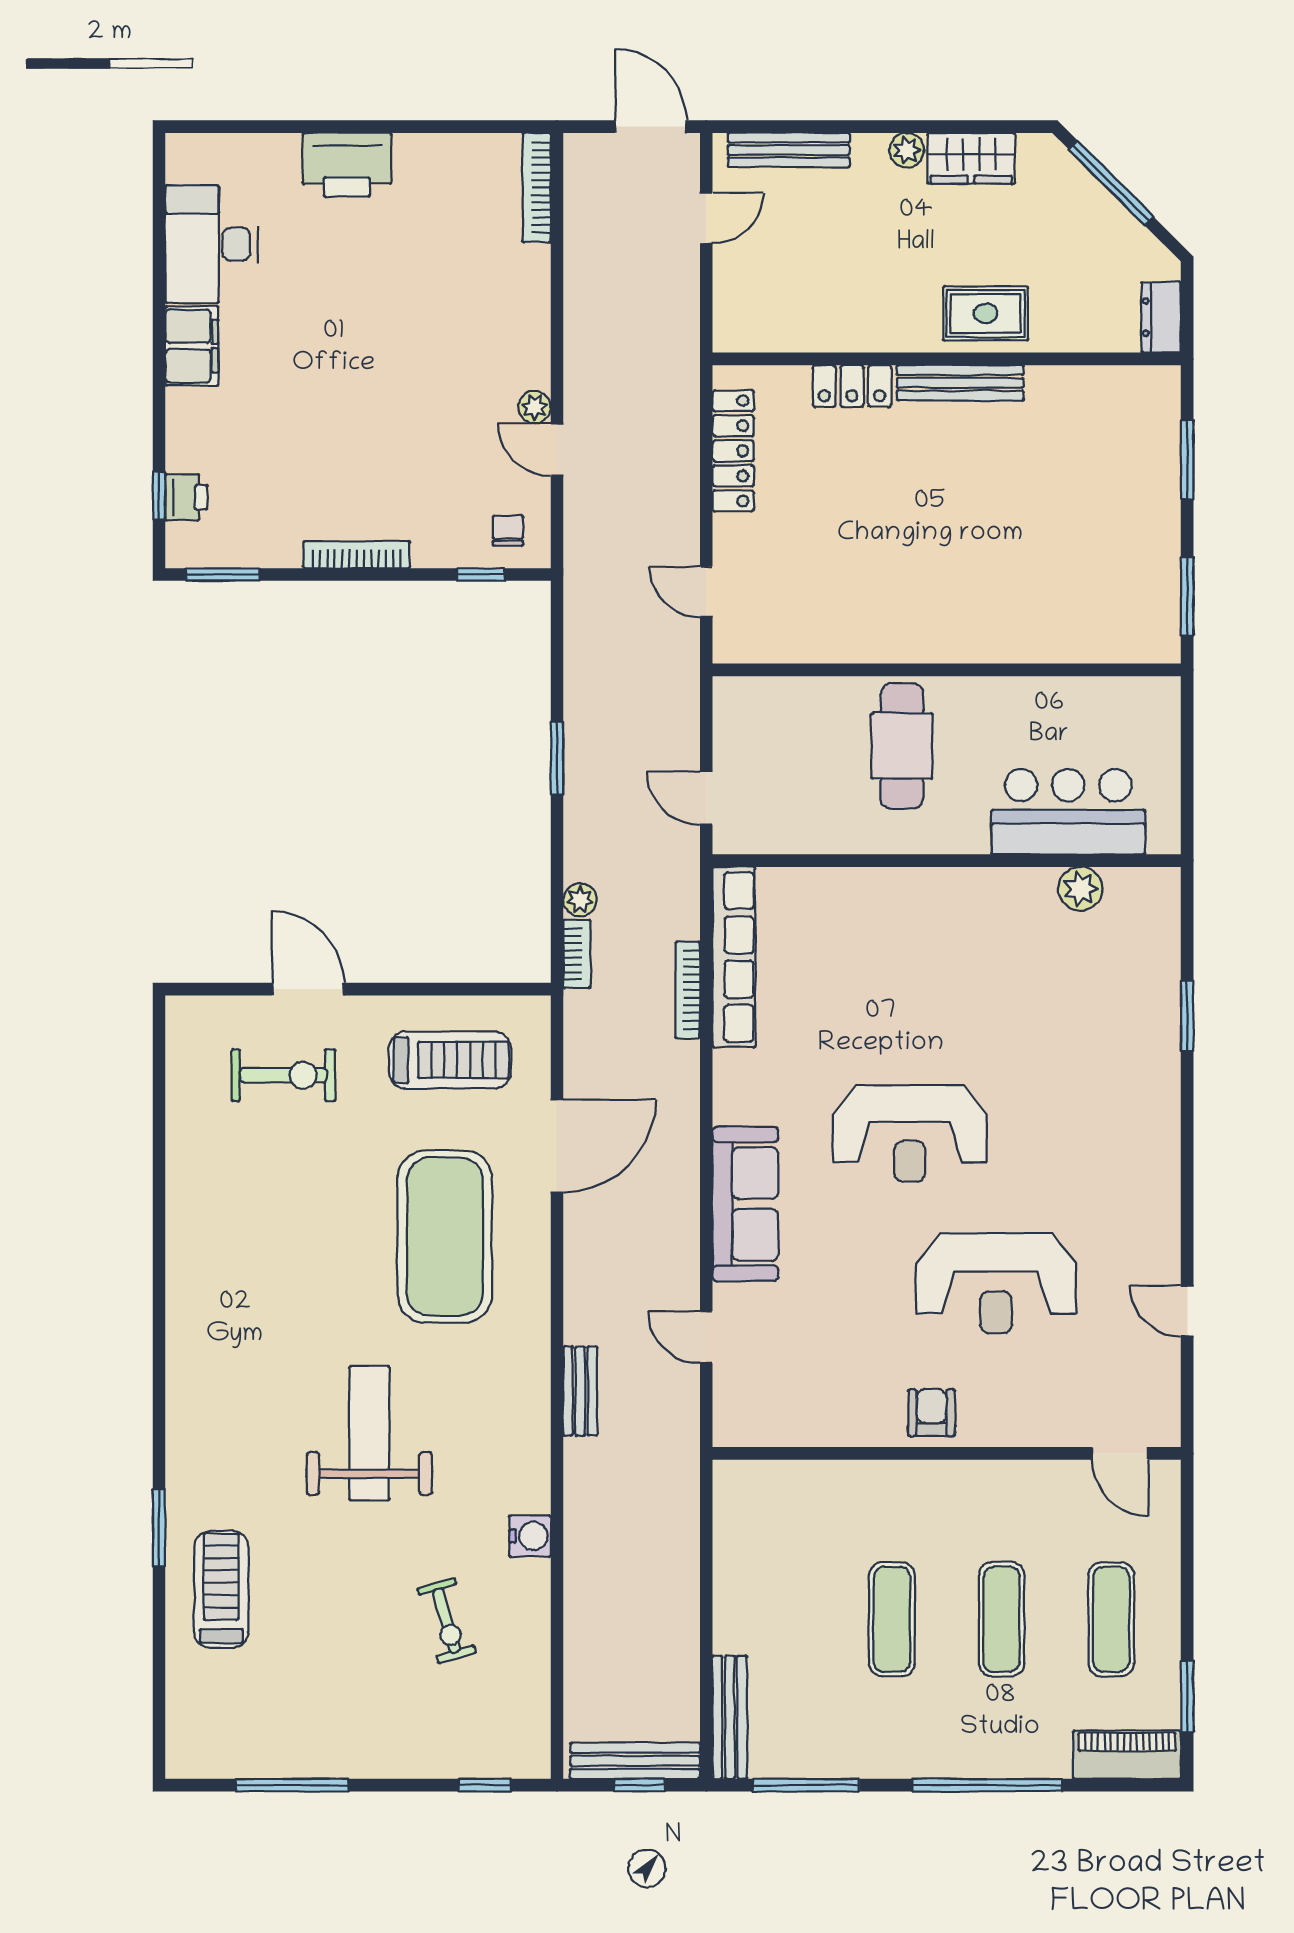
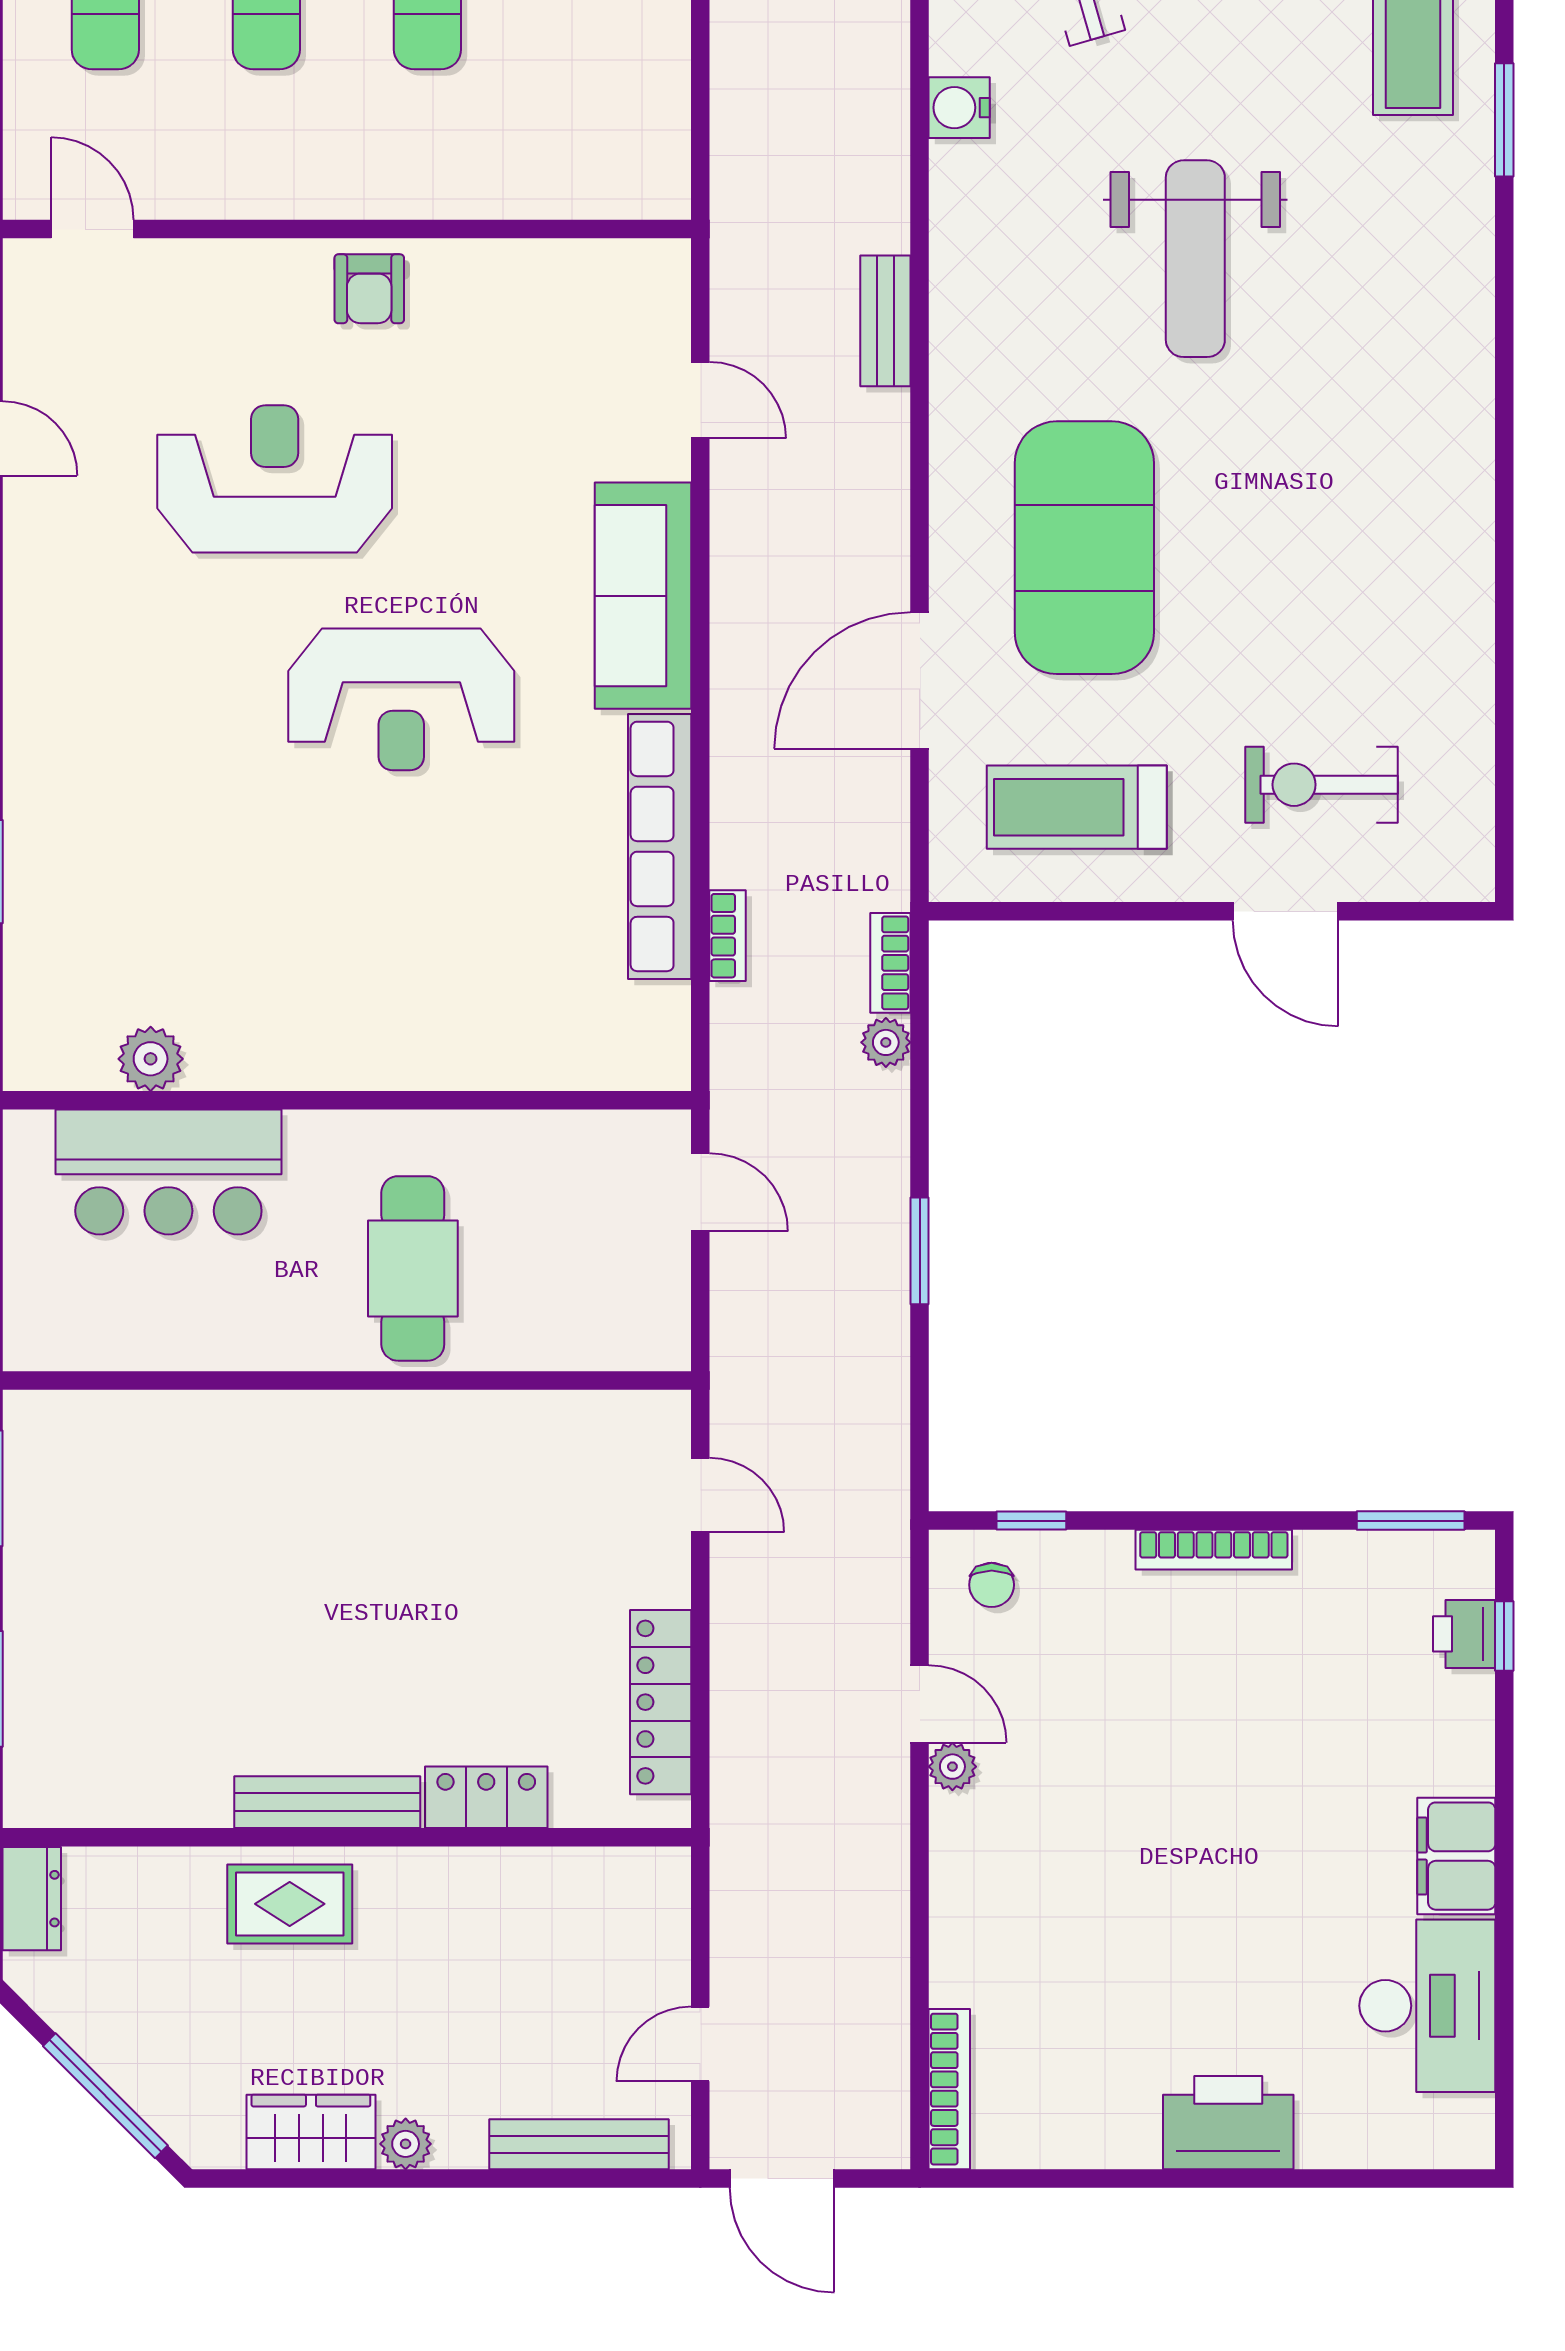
row of seats: (734, 957) -> (660, 846), moved
bookcase: (688, 990) -> (728, 936), width x0.64
reception desk: (910, 1133) -> (401, 699), turned 180

